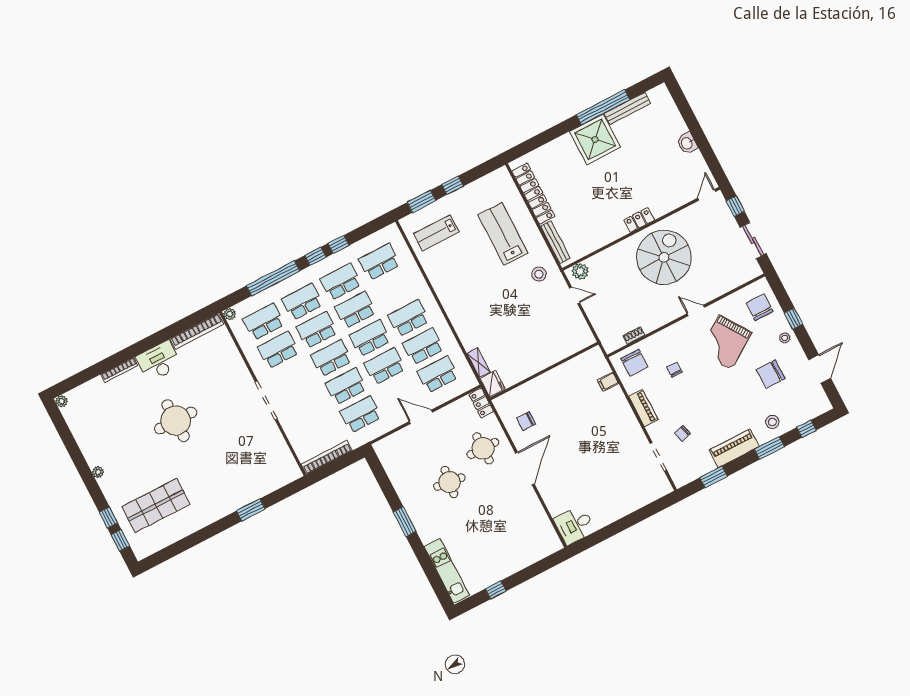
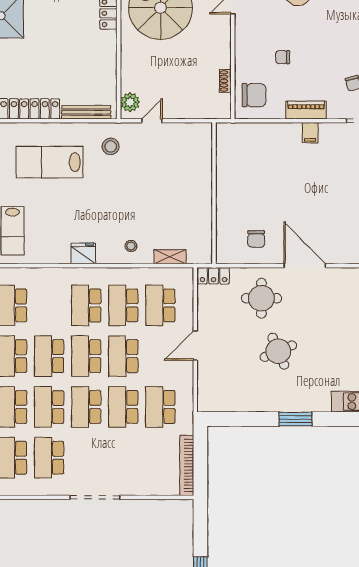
stool: (471, 329) -> (131, 246), added
filing cabinet: (608, 382) -> (310, 133), moved
fridge: (493, 384) -> (83, 253), moved
round table: (449, 482) -> (278, 351), turned -30

